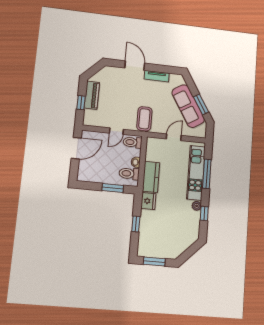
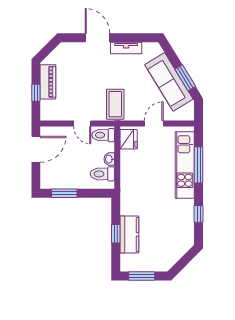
door: (116, 131) -> (82, 123), hinge flipped
kitchen counter: (151, 177) -> (129, 234), moved
window: (113, 188) -> (64, 193), moved
fridge: (148, 201) -> (129, 139), moved
plant: (197, 206) -> (188, 205), removed

